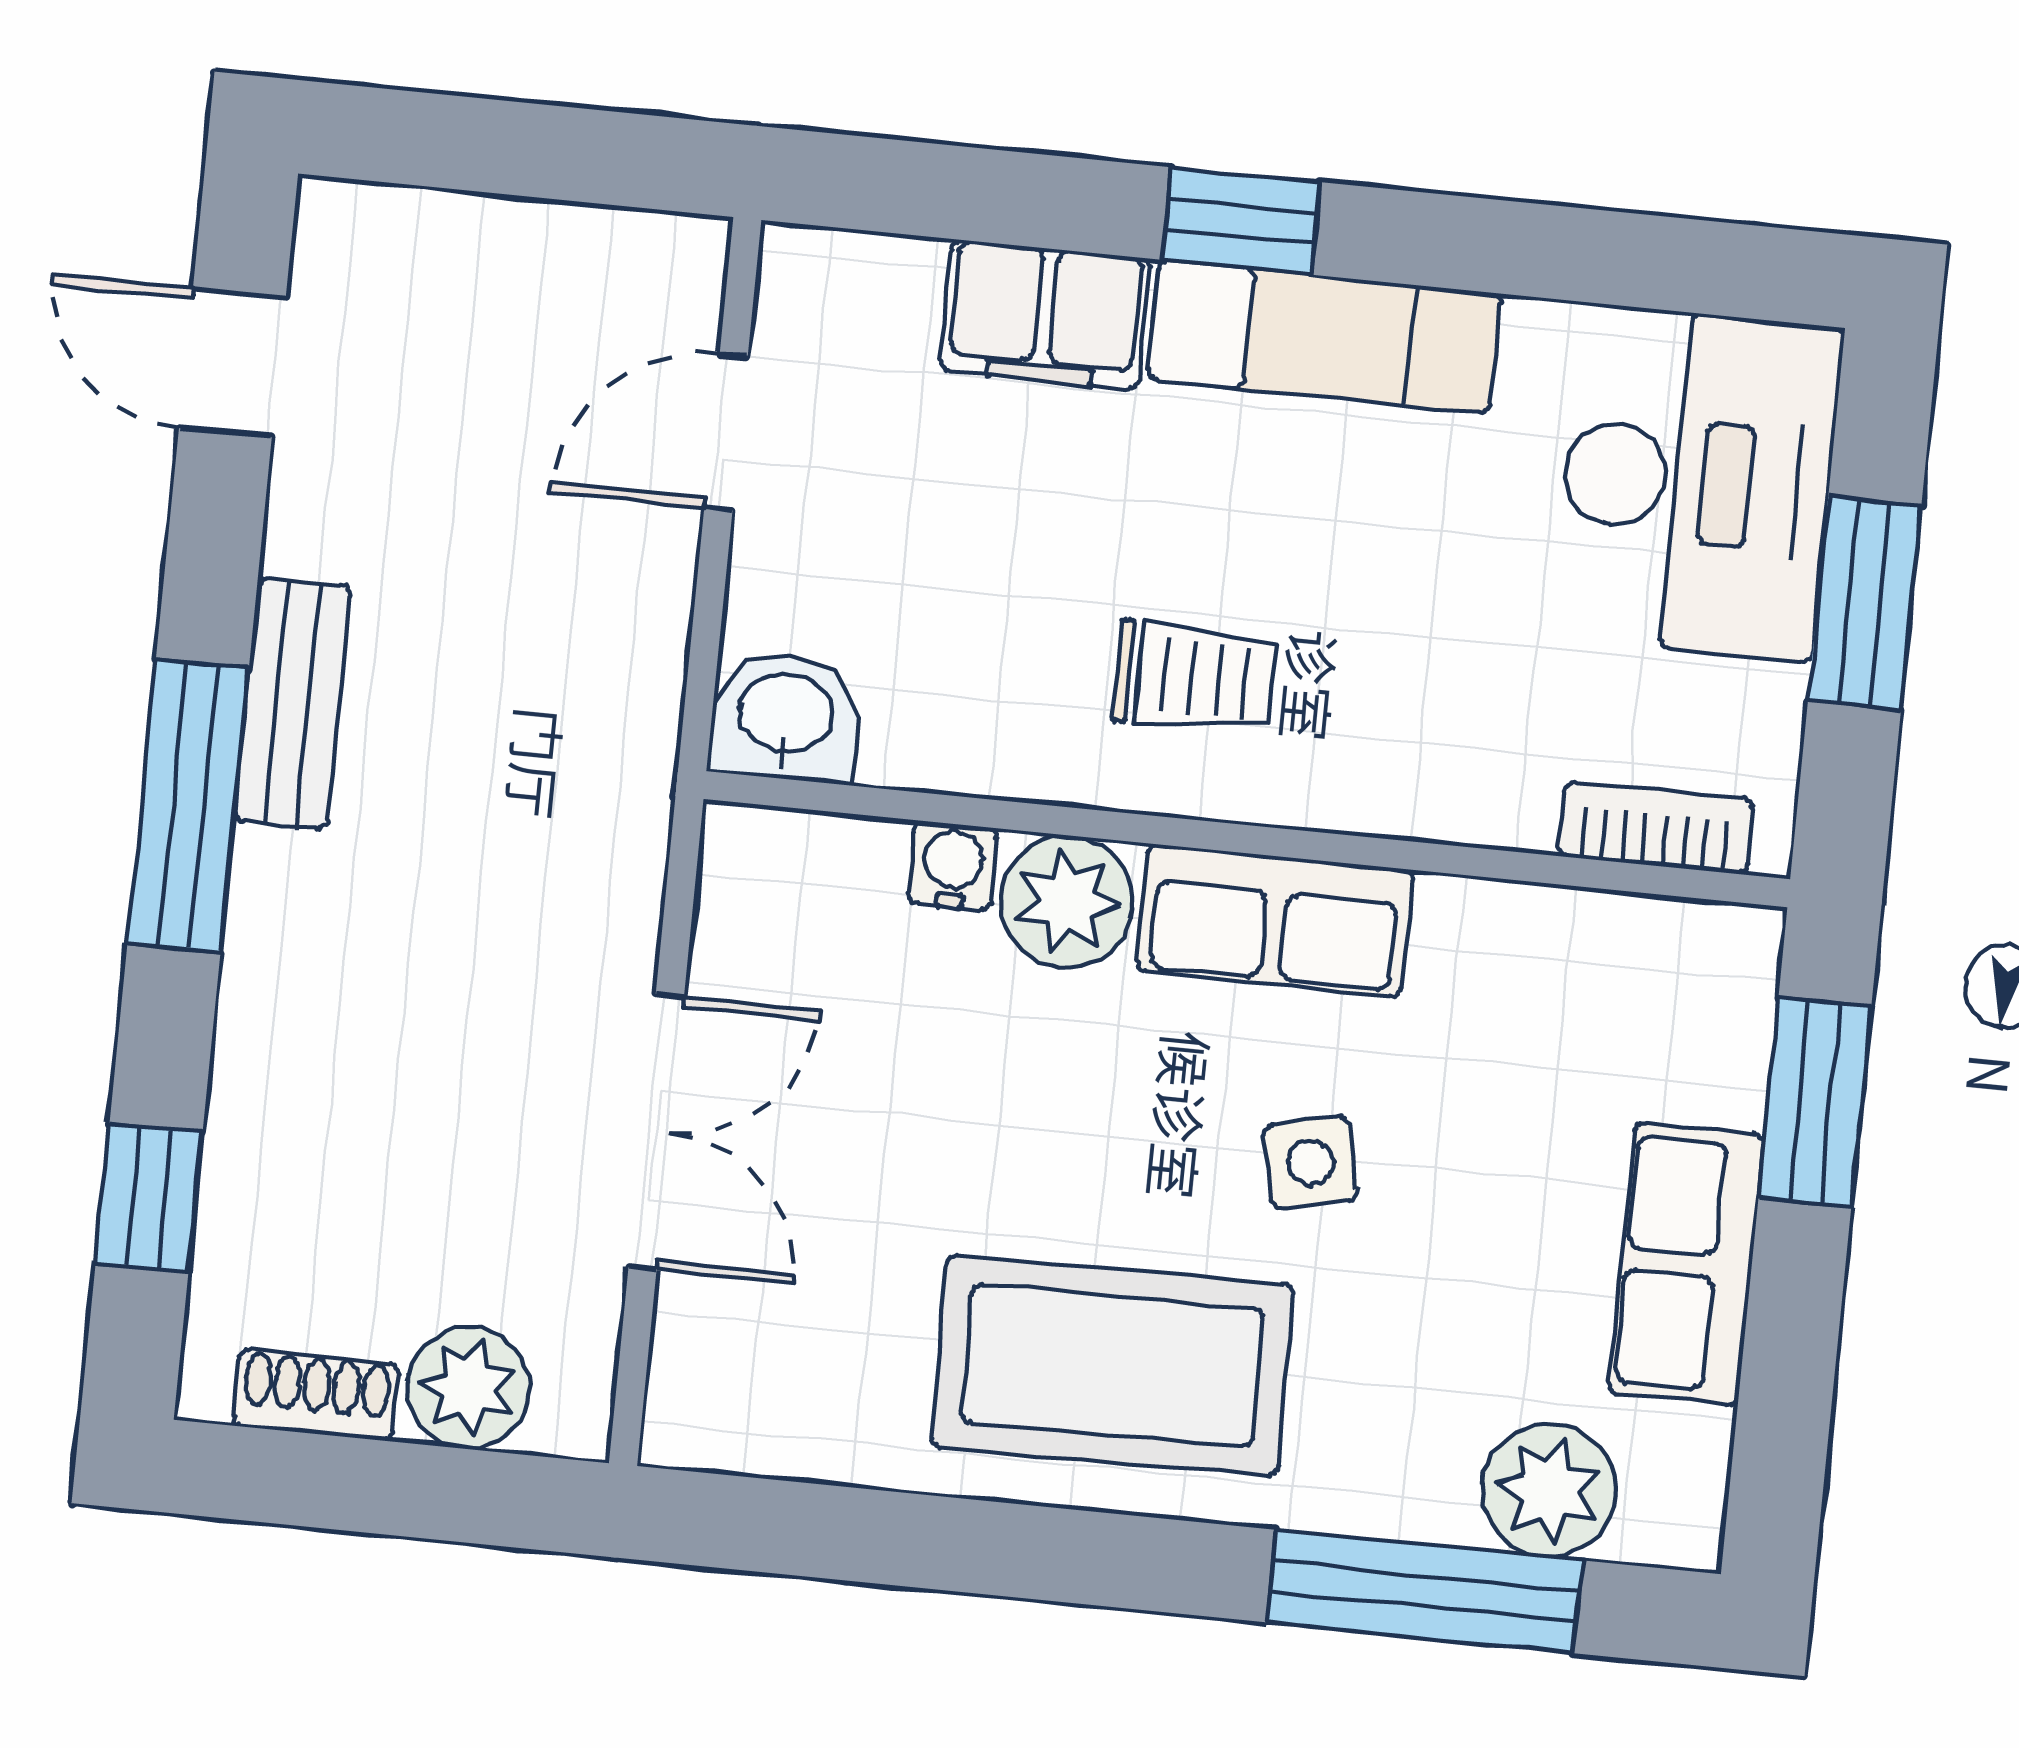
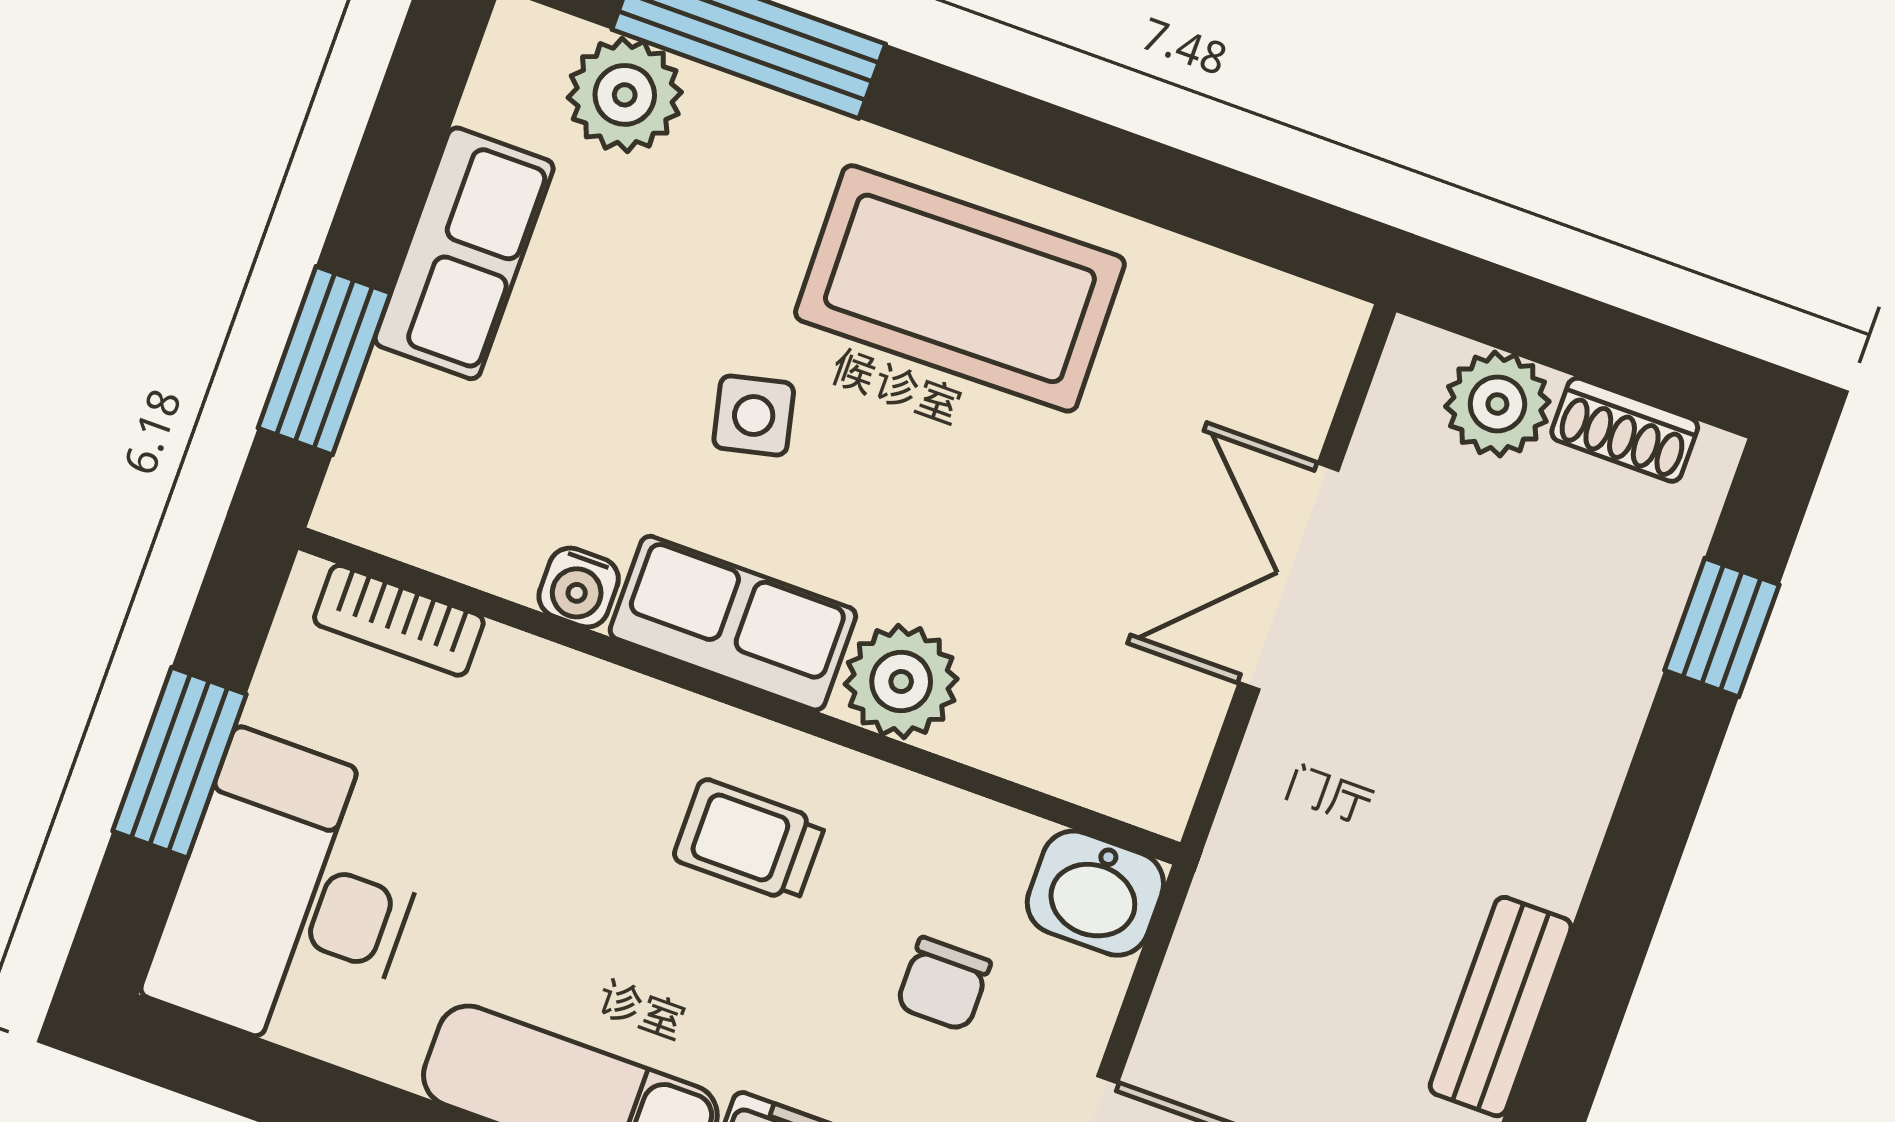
chair: (932, 570) -> (944, 984), added
window: (188, 806) -> (1608, 943), removed
water cooler: (953, 866) -> (579, 588), moved

